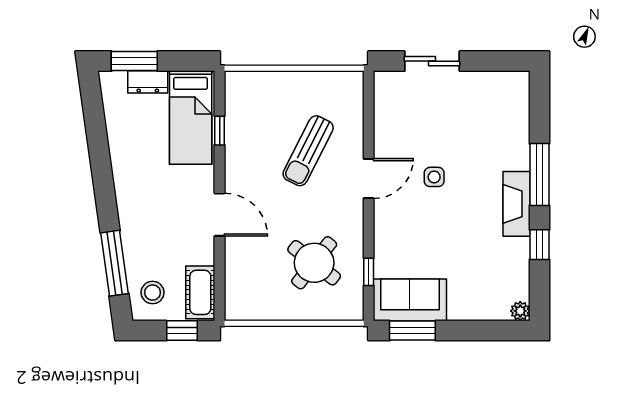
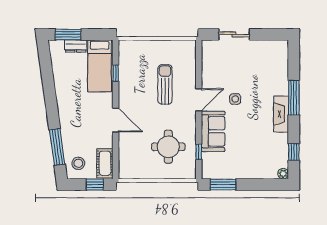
sun lounger: (308, 151) -> (165, 84), turned 153
window: (539, 245) -> (294, 152), moved
round table: (314, 263) -> (168, 147), turned -38
sofa: (410, 300) -> (213, 131), moved, turned 90

